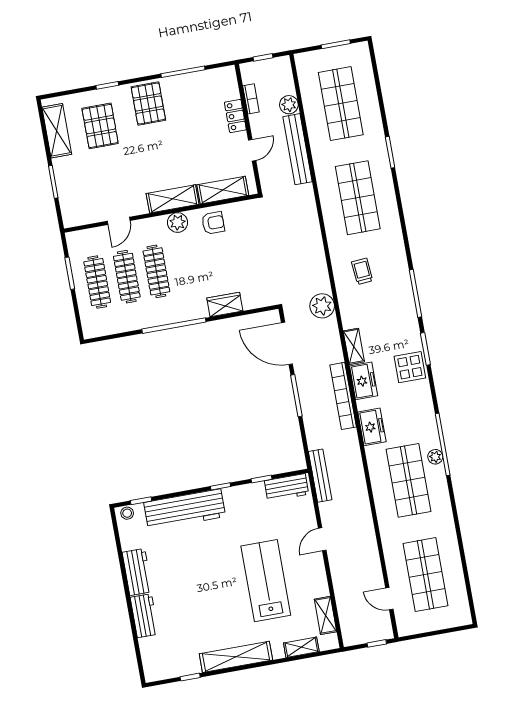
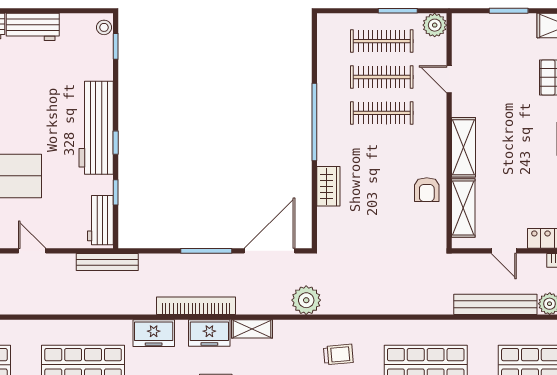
plant: (178, 223) -> (435, 25), moved
workbench: (185, 510) -> (96, 128), moved

